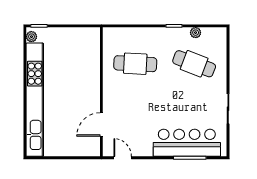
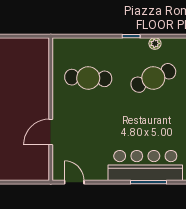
cafe table: (194, 64) -> (153, 78), turned -45
door: (101, 124) -> (51, 132), moved

